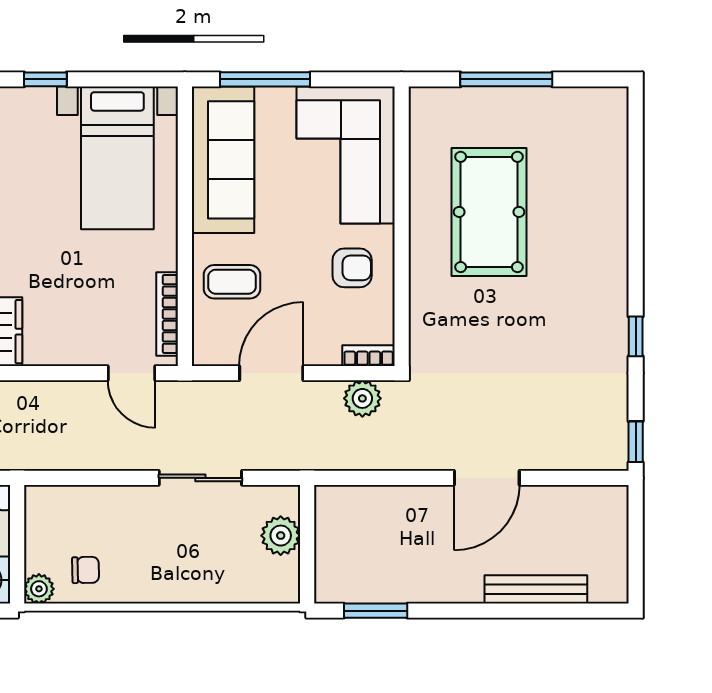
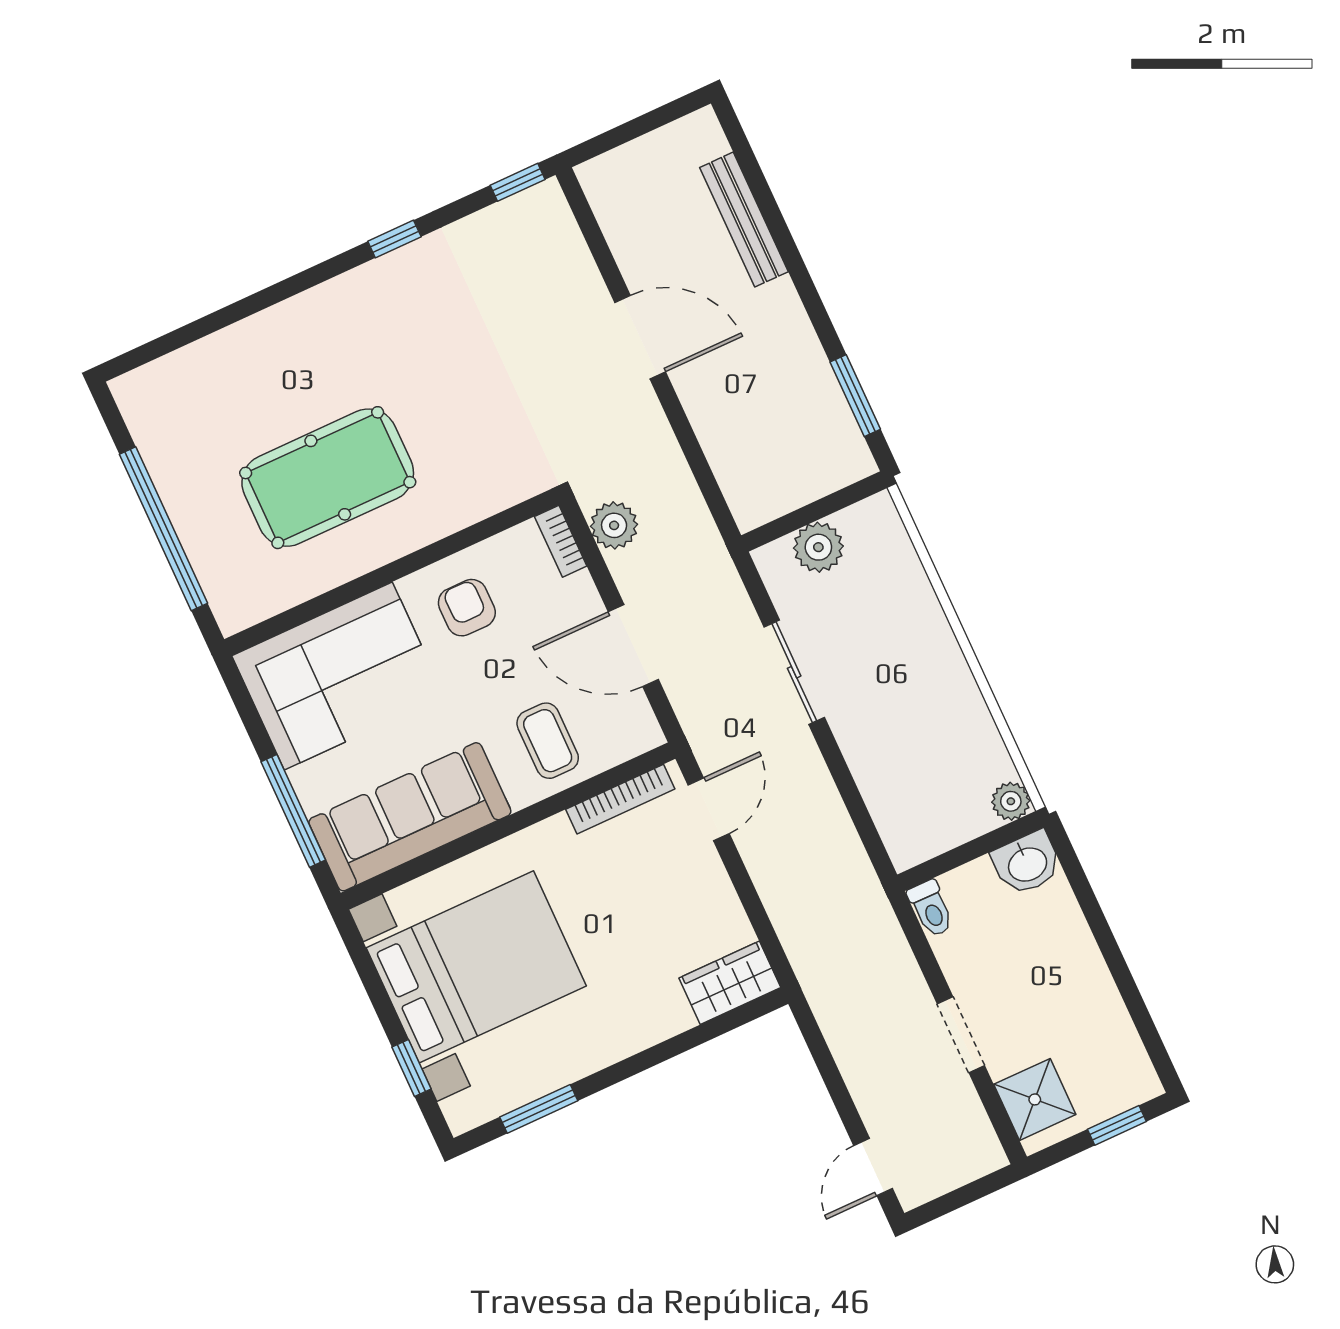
window: (506, 79) -> (163, 529), width x1.46
bed with nightstands: (117, 158) -> (476, 967), width x1.36
chair: (86, 570) -> (964, 757), removed

